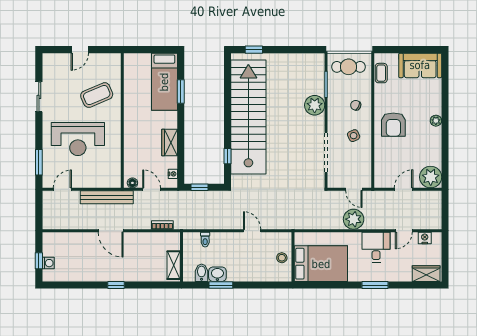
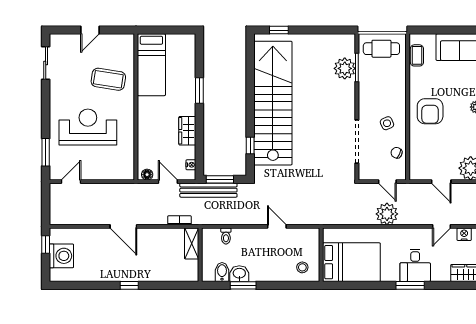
bed: (164, 82) -> (151, 65), moved
window: (181, 92) -> (199, 91), moved
coffee table: (97, 95) -> (108, 79), turned 32
sliding door: (39, 97) -> (46, 63), moved
plant: (315, 105) -> (345, 68), moved
chair: (356, 105) -> (397, 153), moved
reception desk: (78, 139) -> (88, 127), turned 180
window: (200, 187) -> (220, 179), width x1.50
door: (404, 189) -> (441, 182), swing flipped
bench: (107, 197) -> (208, 190), moved
desk: (376, 247) -> (415, 265), moved, turned 180
stool: (282, 258) -> (302, 267), moved
window: (39, 261) -> (46, 245), moved
washing machine: (48, 263) -> (61, 256), width x1.89, depth x1.89
shelving: (174, 265) -> (192, 243), moved

